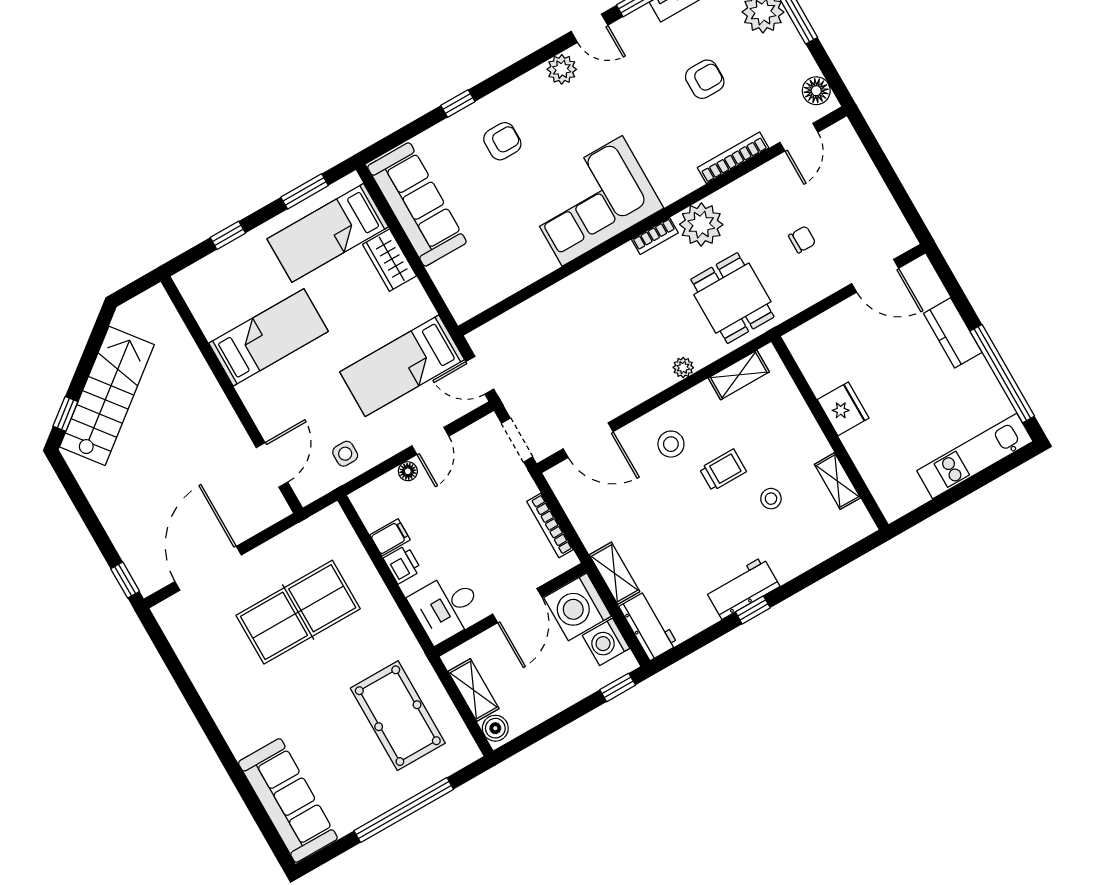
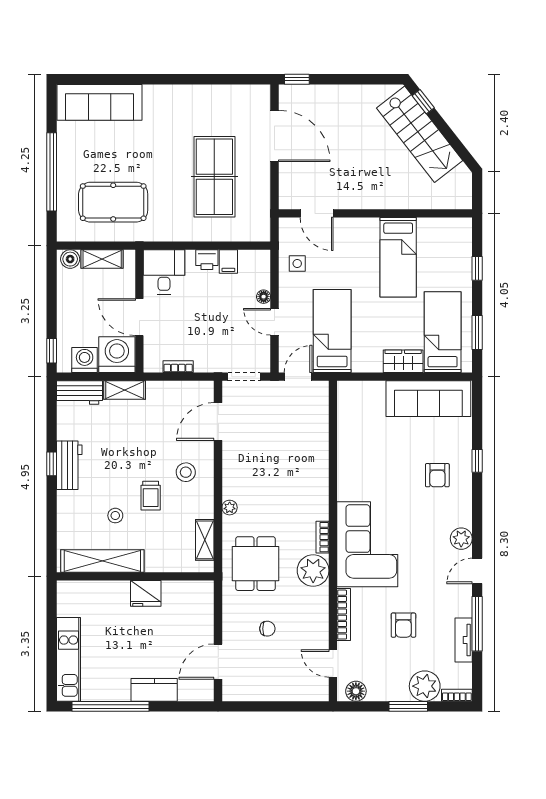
corner sofa: (592, 201) -> (367, 544), moved
chair: (802, 239) -> (267, 629), turned -90
dining table: (732, 298) -> (256, 564), turned 90
shelving: (837, 481) -> (102, 561), width x2.20, depth x1.33
bookcase: (550, 525) -> (178, 367), width x0.64

